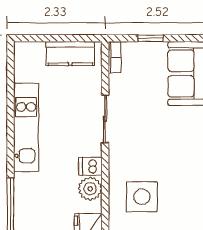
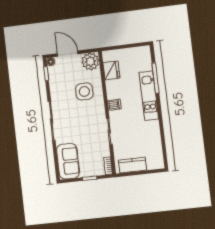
kitchen unit: (26, 127) -> (149, 96), moved
plant: (90, 189) -> (113, 92), removed

